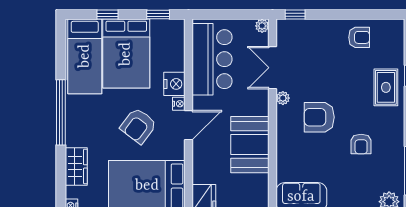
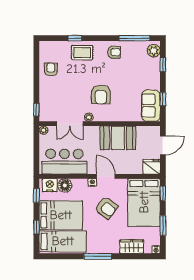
floor lamp: (174, 60) -> (65, 185), added
nightstand: (174, 84) -> (50, 185), moved
window: (61, 112) -> (98, 256), width x0.68
armchair: (361, 144) -> (114, 52), moved

